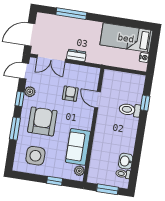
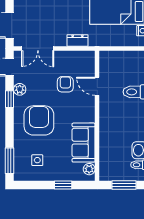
dresser: (76, 55) -> (77, 40), moved
window: (15, 129) -> (10, 161), moved
side table: (35, 156) -> (37, 160), width x0.54, depth x0.54

